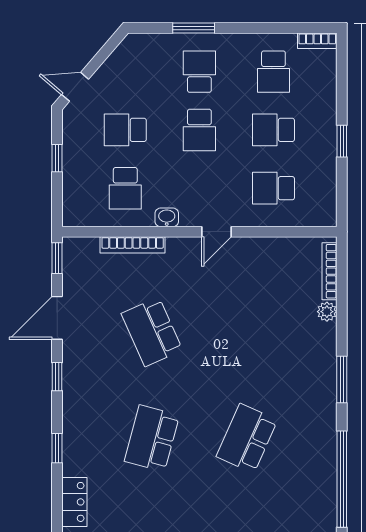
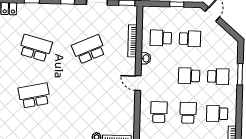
school desk: (125, 130) -> (190, 39), turned 90
school desk: (247, 438) -> (34, 95), turned -36

